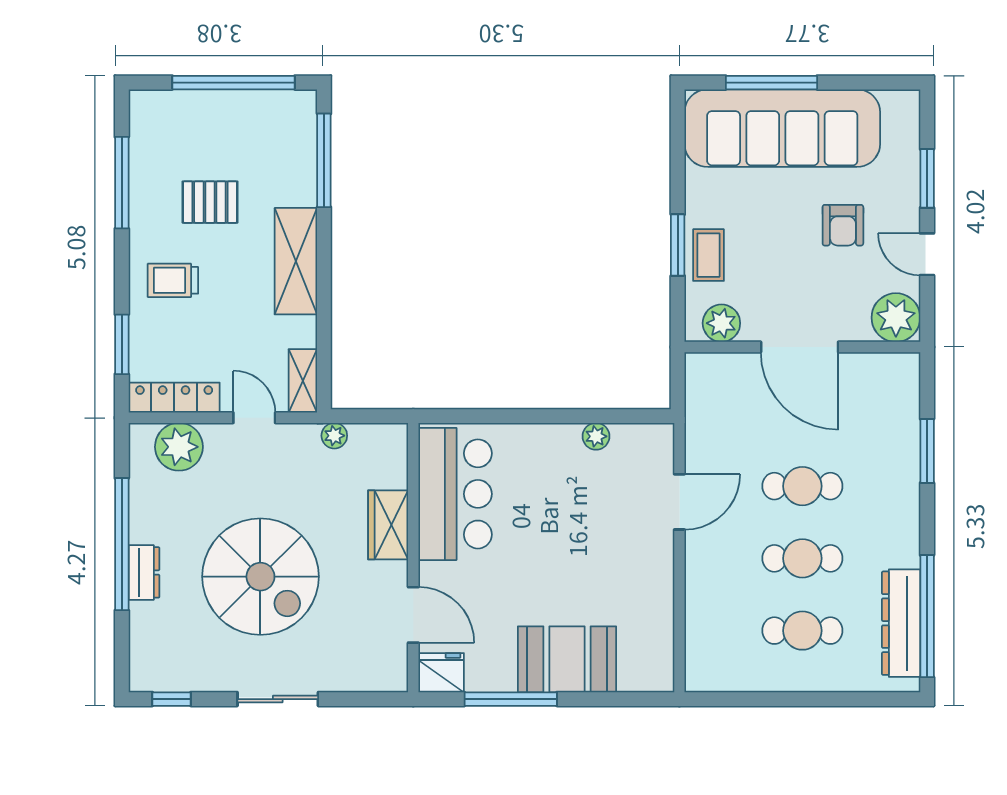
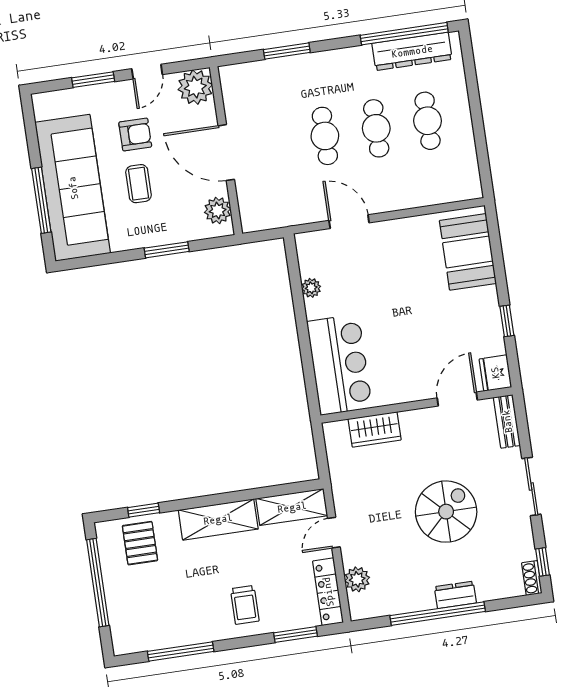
window: (324, 160) -> (144, 510), width x0.46
pallet: (210, 202) -> (140, 543), moved
coffee table: (708, 255) -> (139, 184), moved, turned 90
door: (800, 347) -> (226, 153), swing flipped
shelving: (303, 381) -> (292, 507), width x1.50, depth x1.33
plant: (334, 436) -> (338, 474), removed
plant: (179, 447) -> (357, 579), width x0.73, depth x0.73
bar counter: (455, 494) -> (339, 365), moved, turned 90
wardrobe: (388, 525) -> (375, 429), moved
spiral stairs: (260, 577) -> (446, 512), width x0.73, depth x0.73
booth: (567, 659) -> (468, 252), moved
bench: (372, 679) -> (507, 421), added
shoe rack: (152, 681) -> (532, 578), added
window: (511, 699) -> (507, 321), width x0.46

